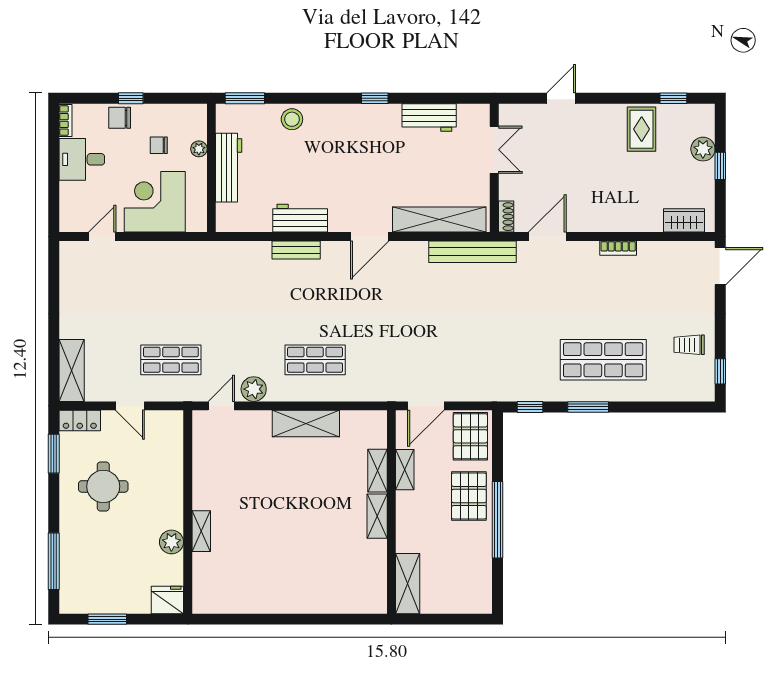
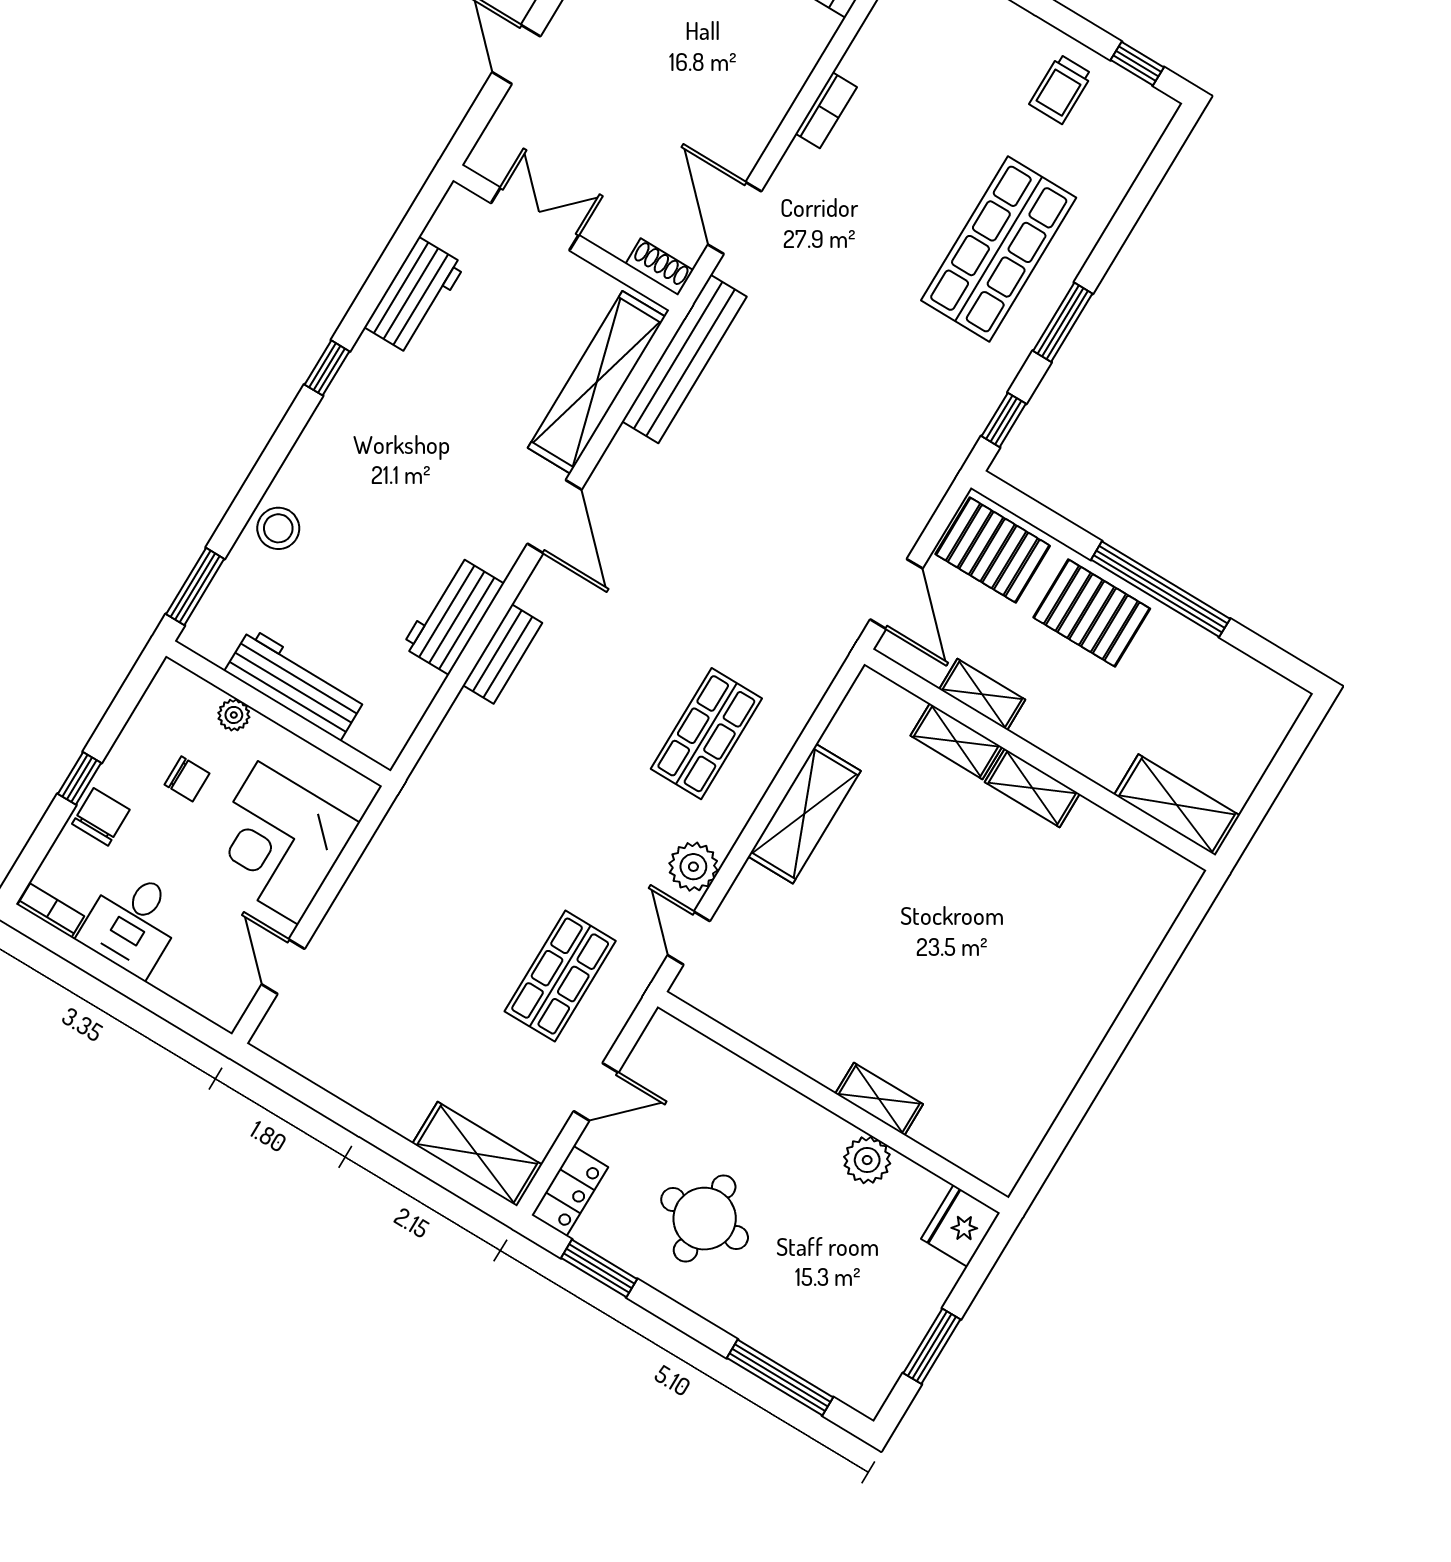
chair: (120, 118) -> (101, 817), turned 180
chair: (159, 145) -> (187, 779), turned -90

